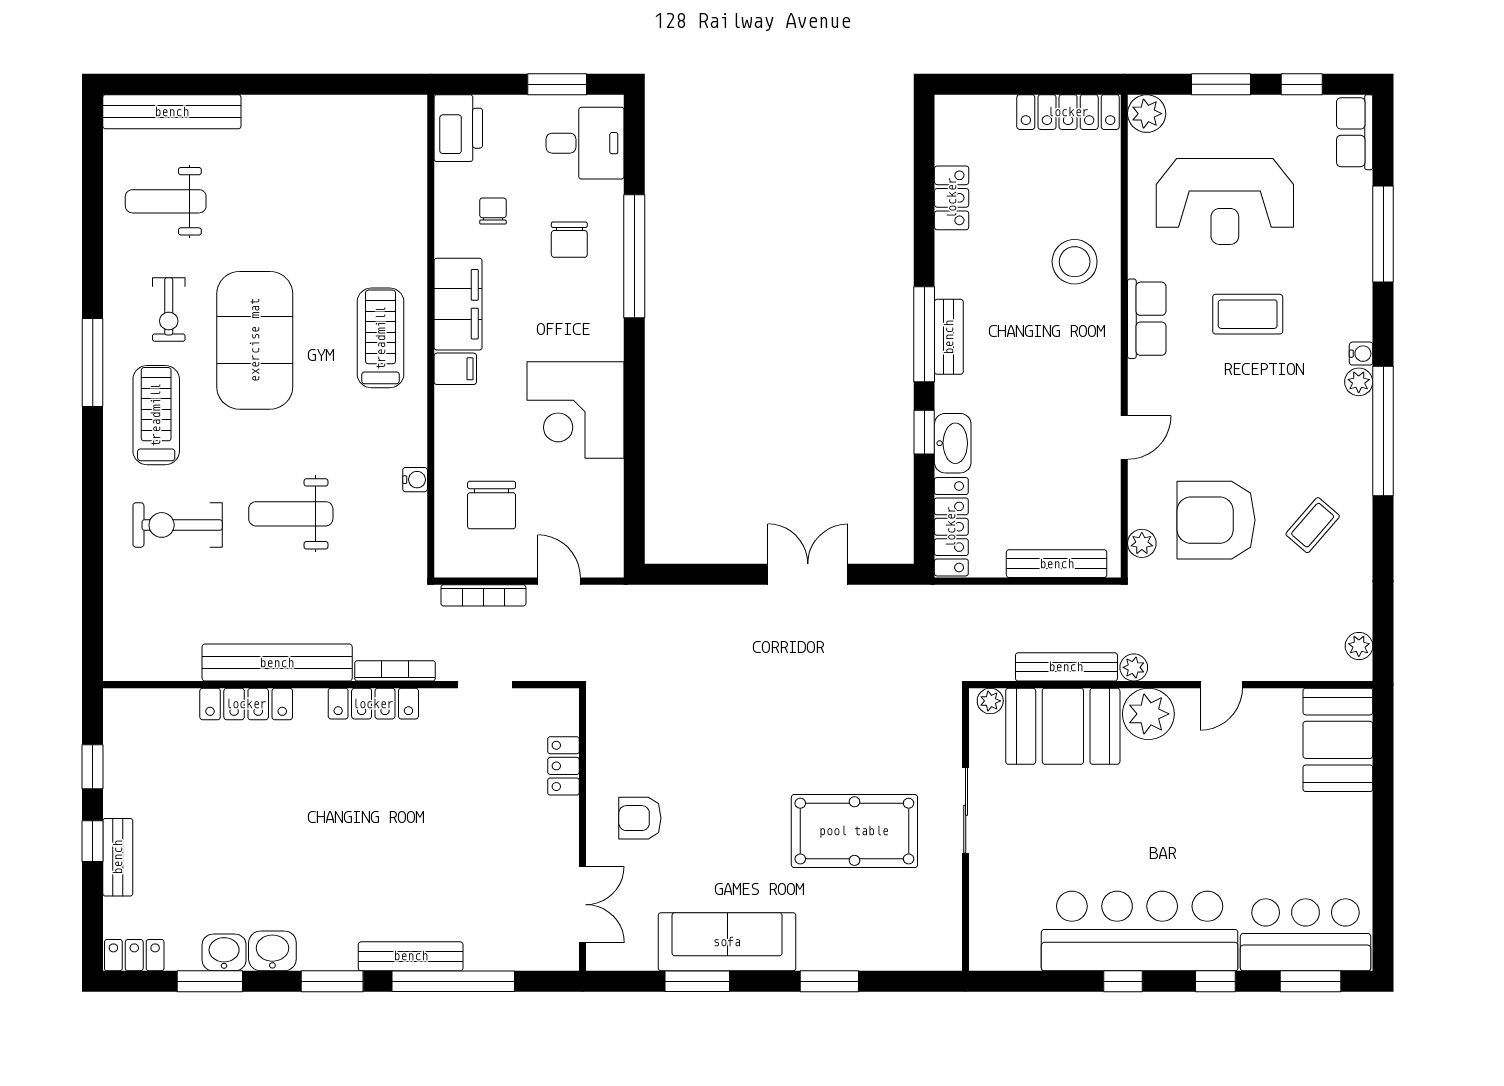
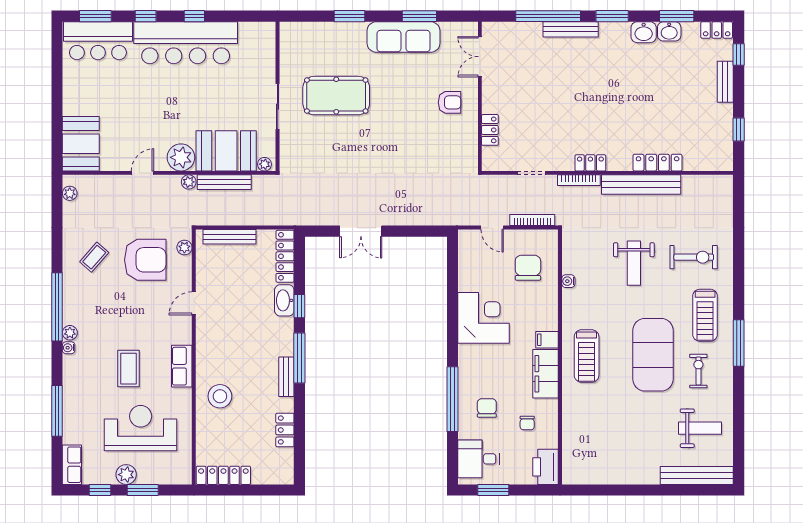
plant: (1147, 114) -> (126, 475), moved
coffee table: (1248, 314) -> (129, 369), turned 90
bench: (949, 337) -> (286, 377), moved
weight bench: (291, 514) -> (634, 263), turned 90
locker: (373, 704) -> (590, 163), width x0.66
window: (93, 841) -> (739, 55), moved

